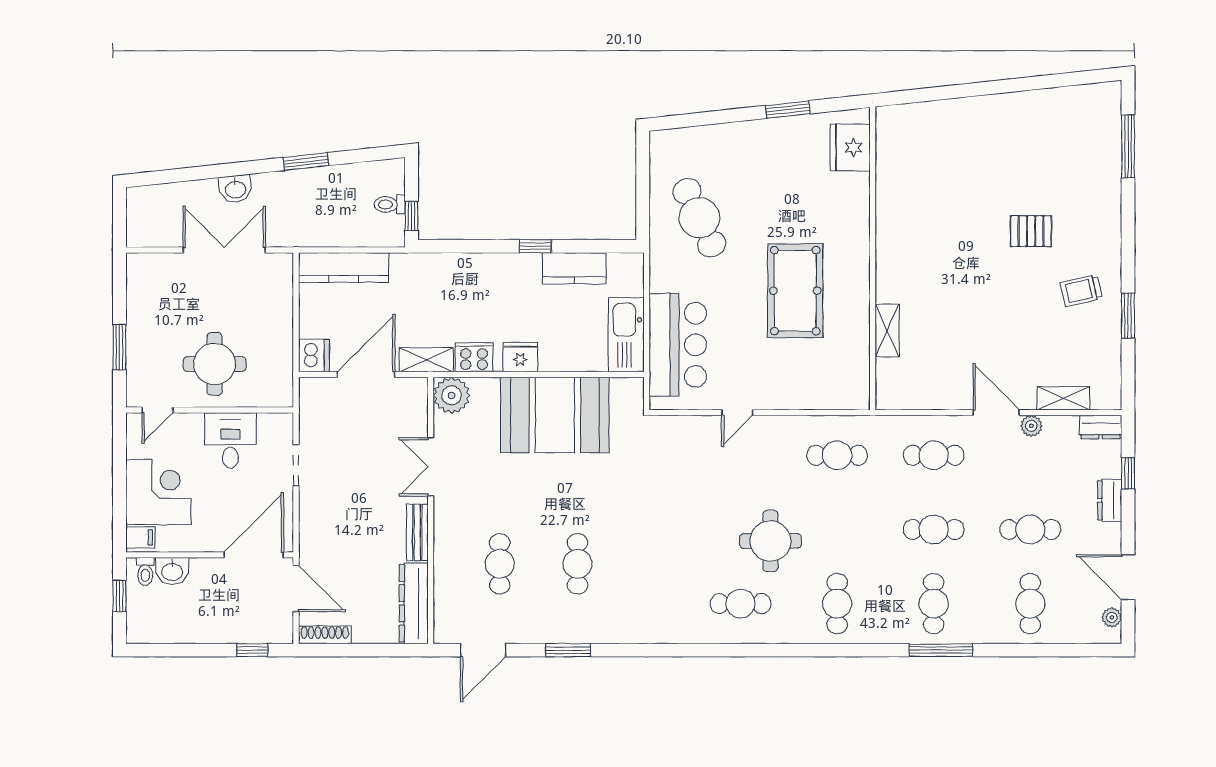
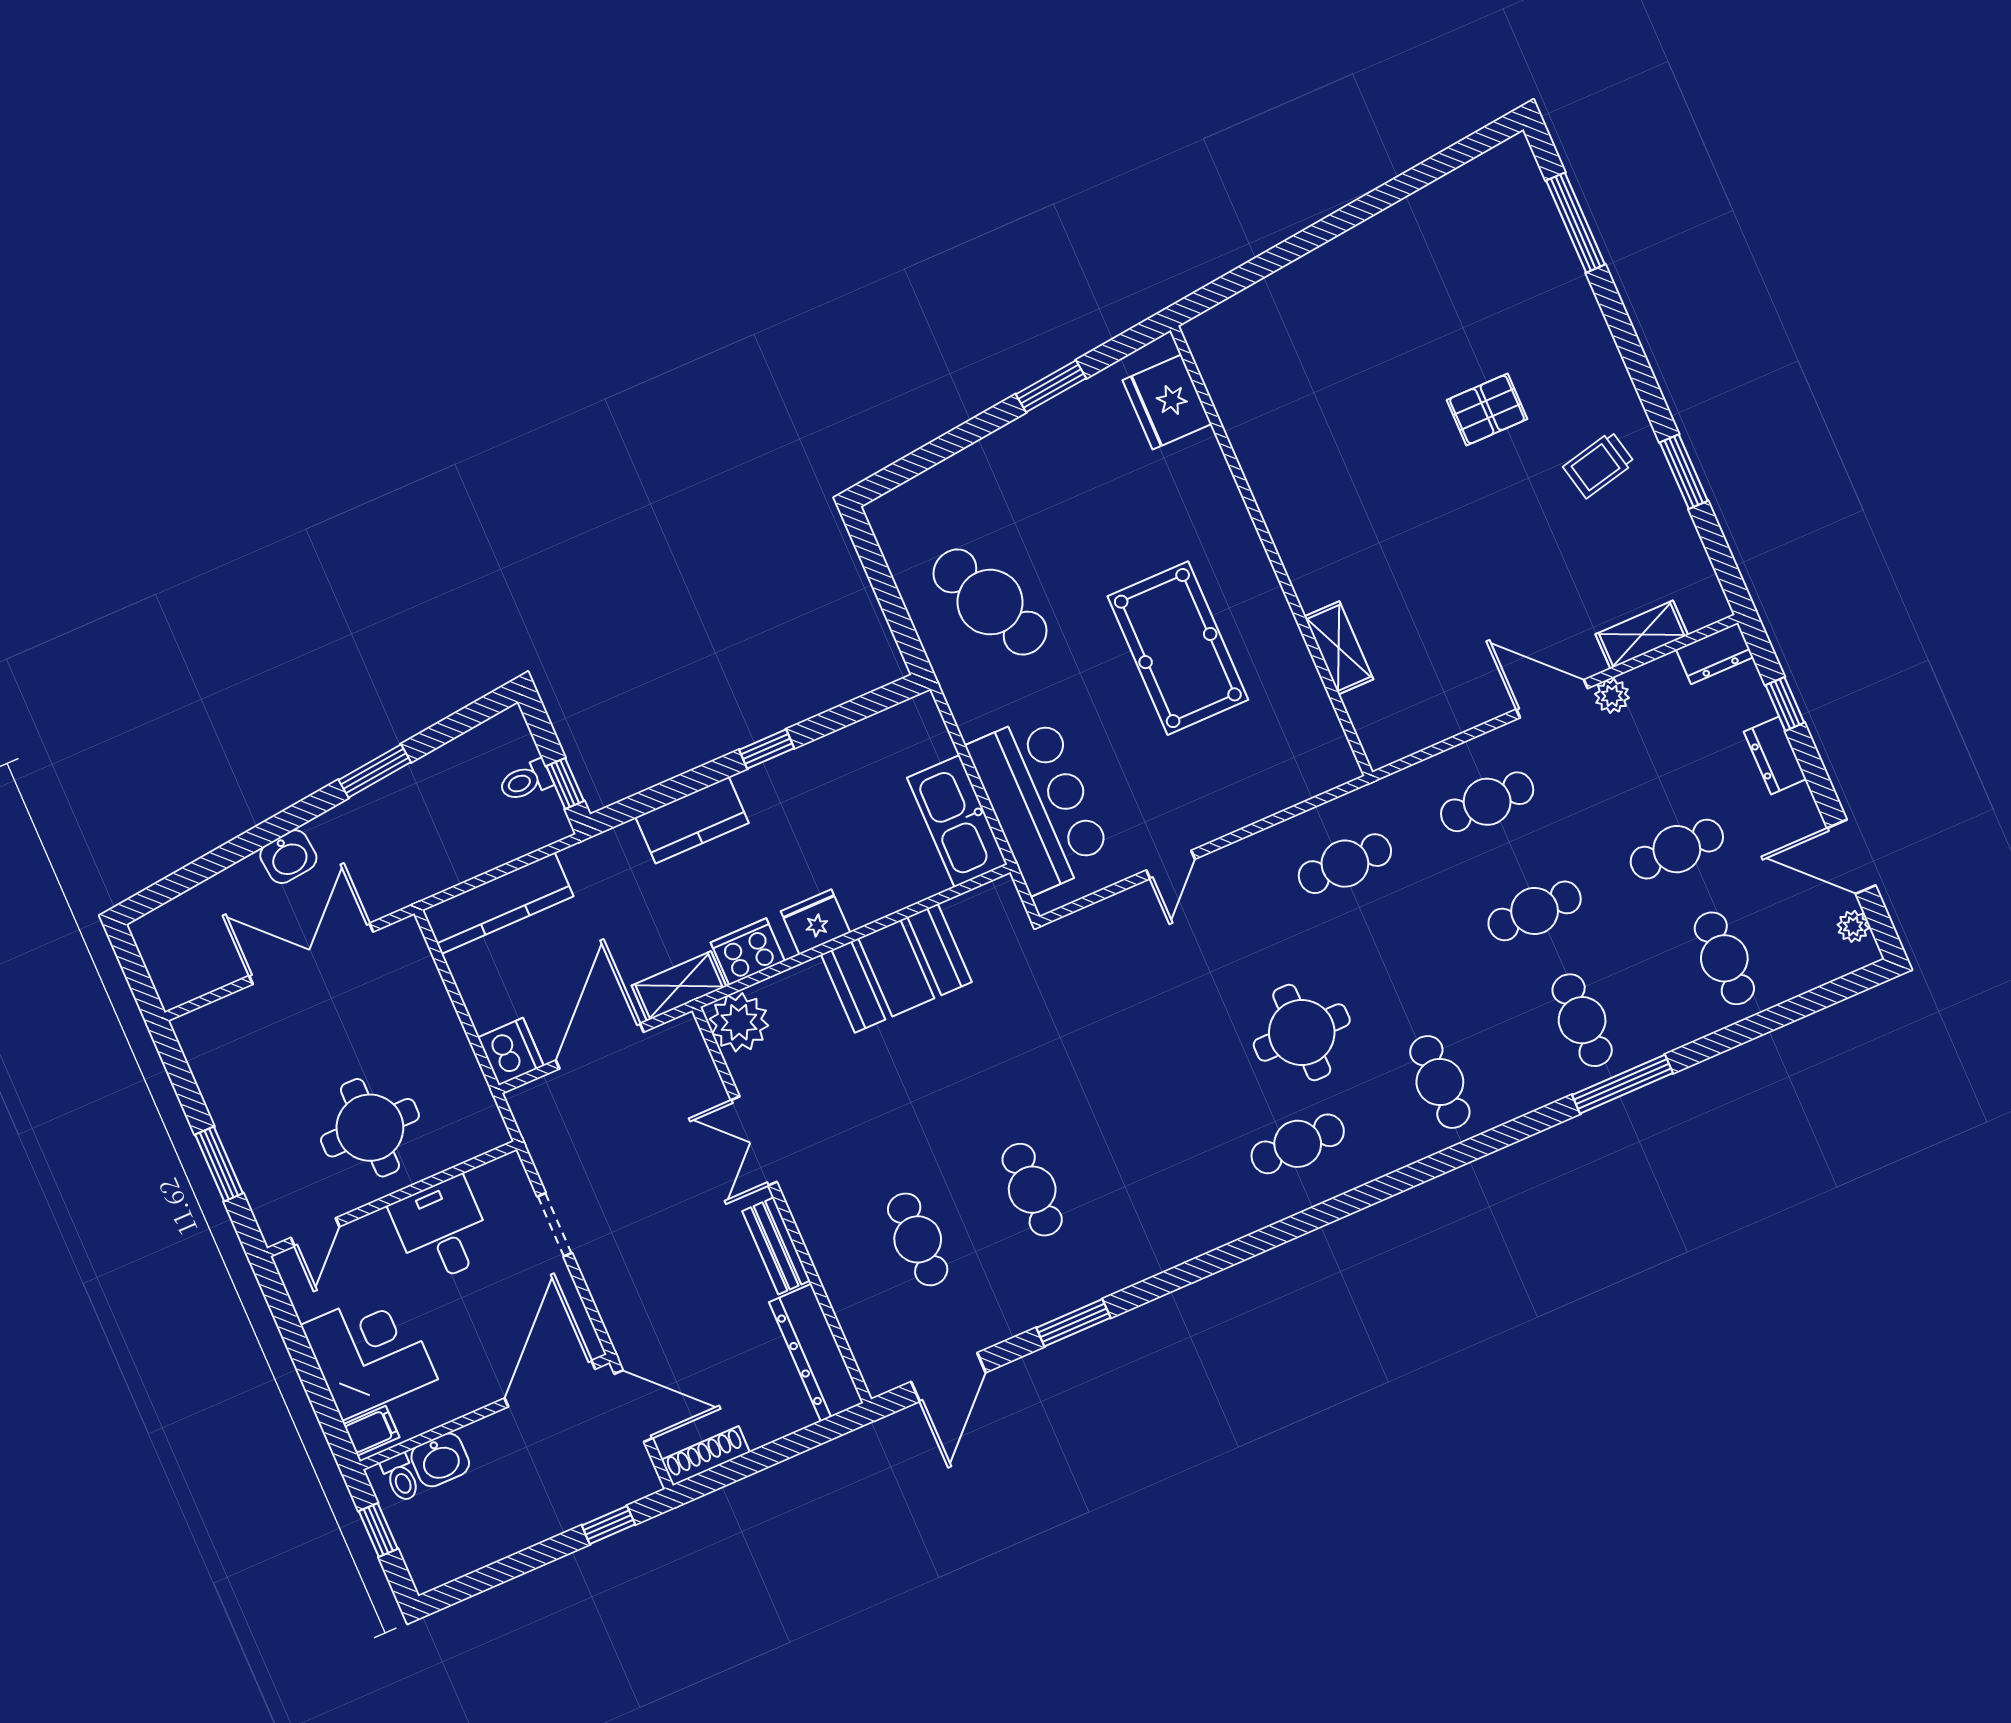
kitchen counter: (574, 268) -> (692, 820), moved
booth: (555, 415) -> (896, 968), width x0.73, depth x0.70

